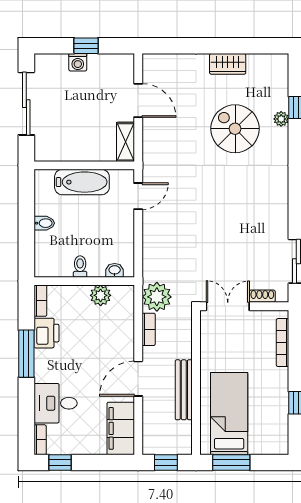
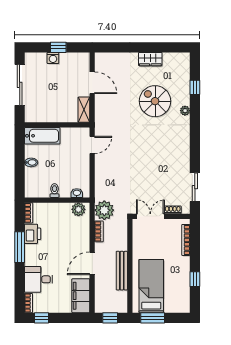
plant: (281, 119) -> (185, 111), moved
bathtub: (82, 182) -> (42, 136), moved
plant: (101, 295) -> (78, 209), moved

